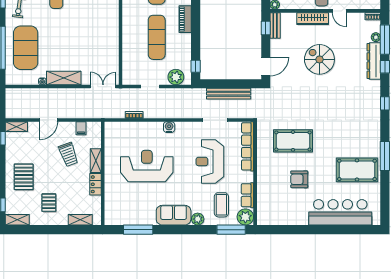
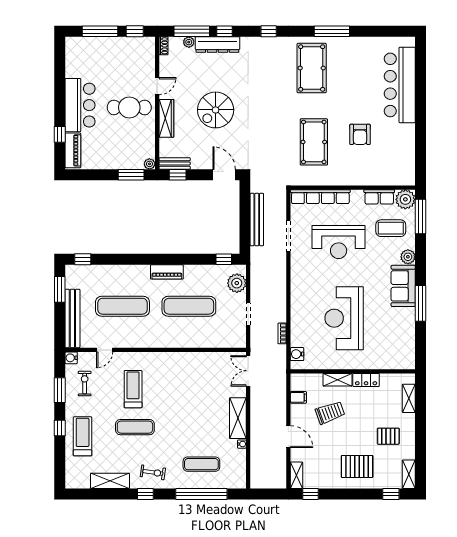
exercise mat: (26, 48) -> (201, 464), width x0.50, depth x0.69
water cooler: (169, 127) -> (297, 354), moved
pool table: (357, 170) -> (312, 68), moved
window: (138, 230) -> (421, 303), moved

